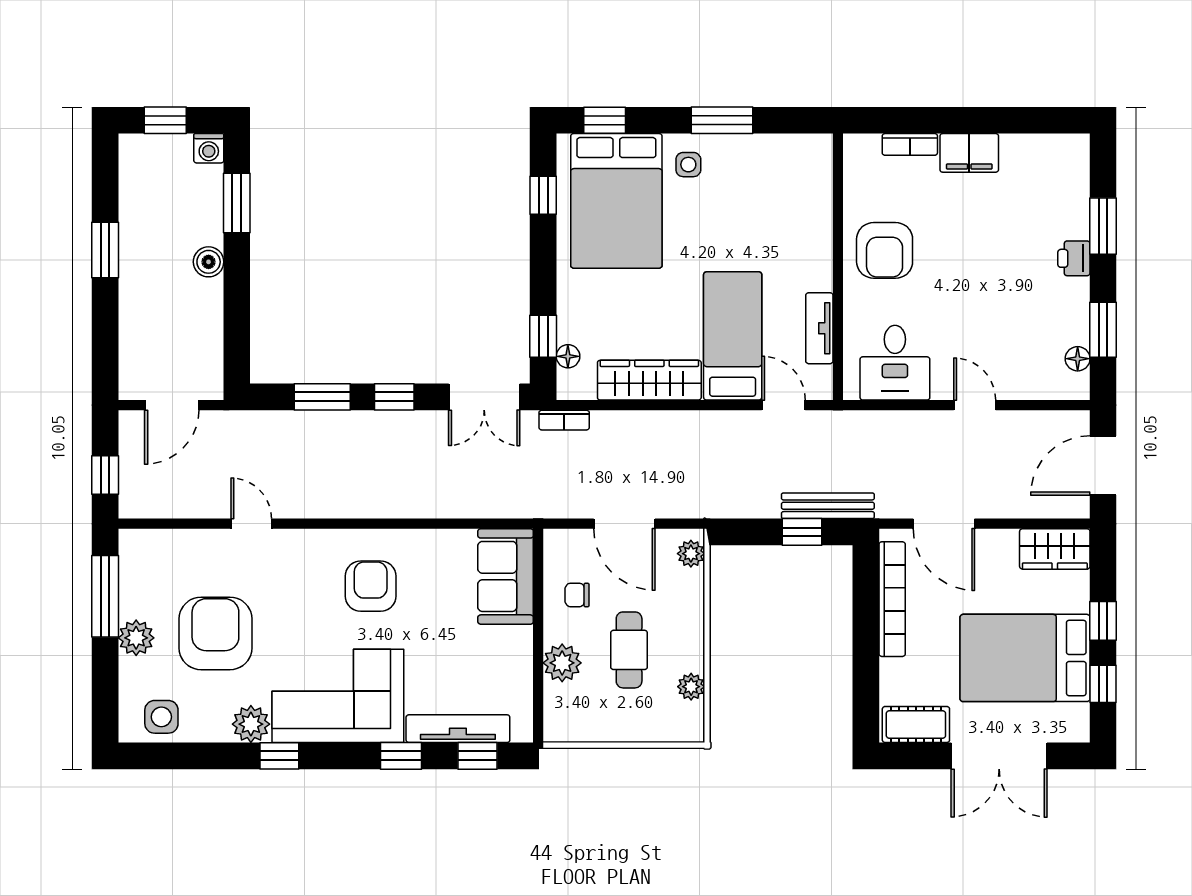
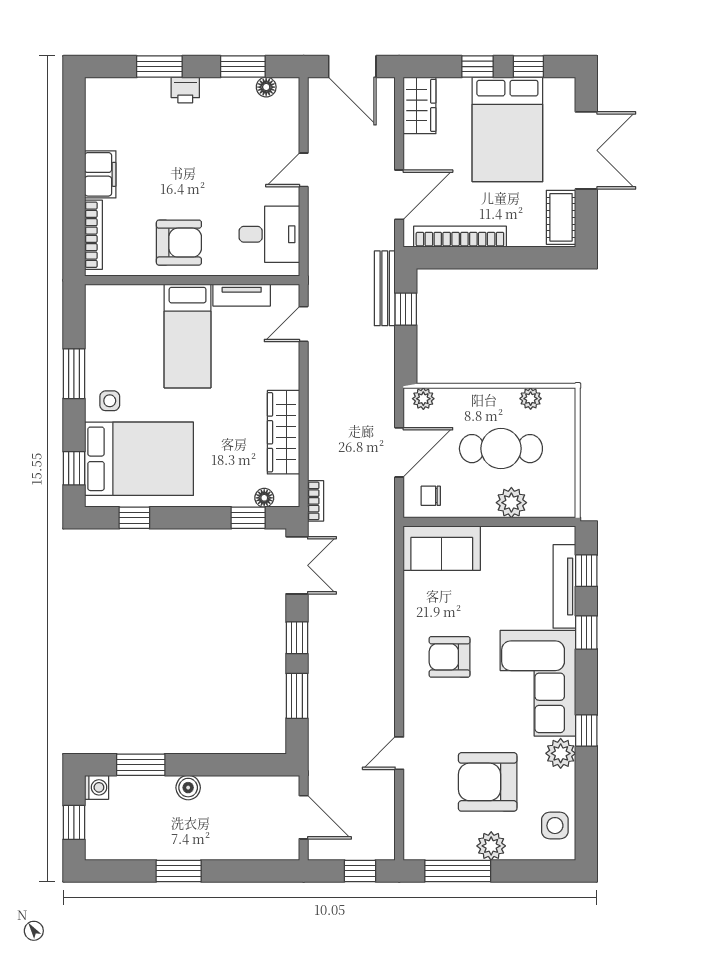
bookcase: (910, 144) -> (93, 235), width x1.56
bed: (733, 336) -> (188, 336), moved, turned -90
chair: (577, 595) -> (431, 496), moved, turned 90
cafe table: (629, 650) -> (501, 449), width x1.37, depth x1.35

